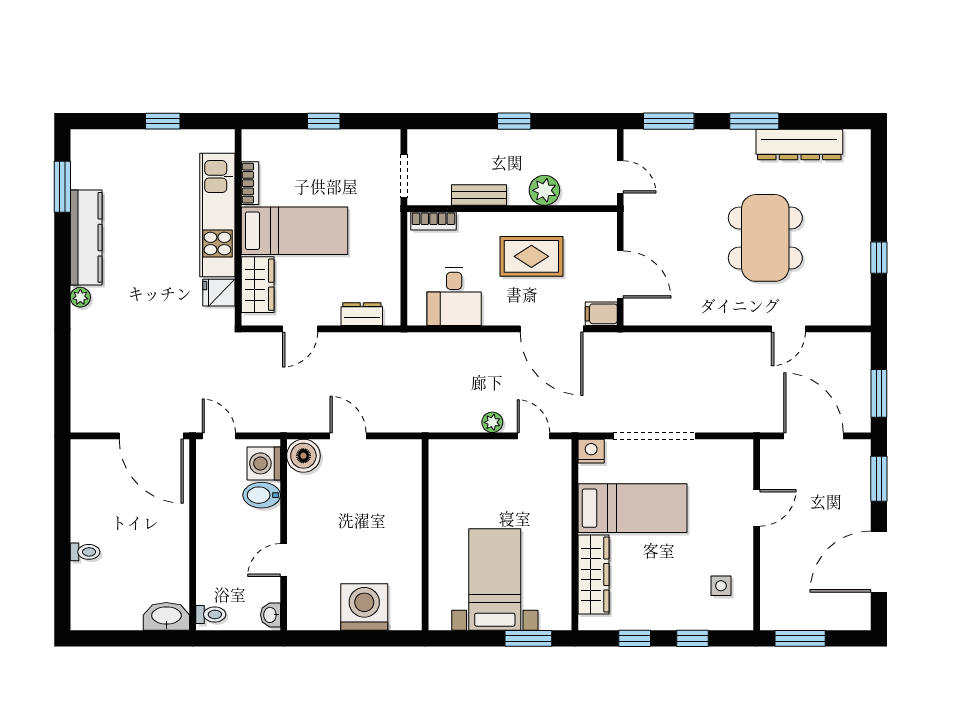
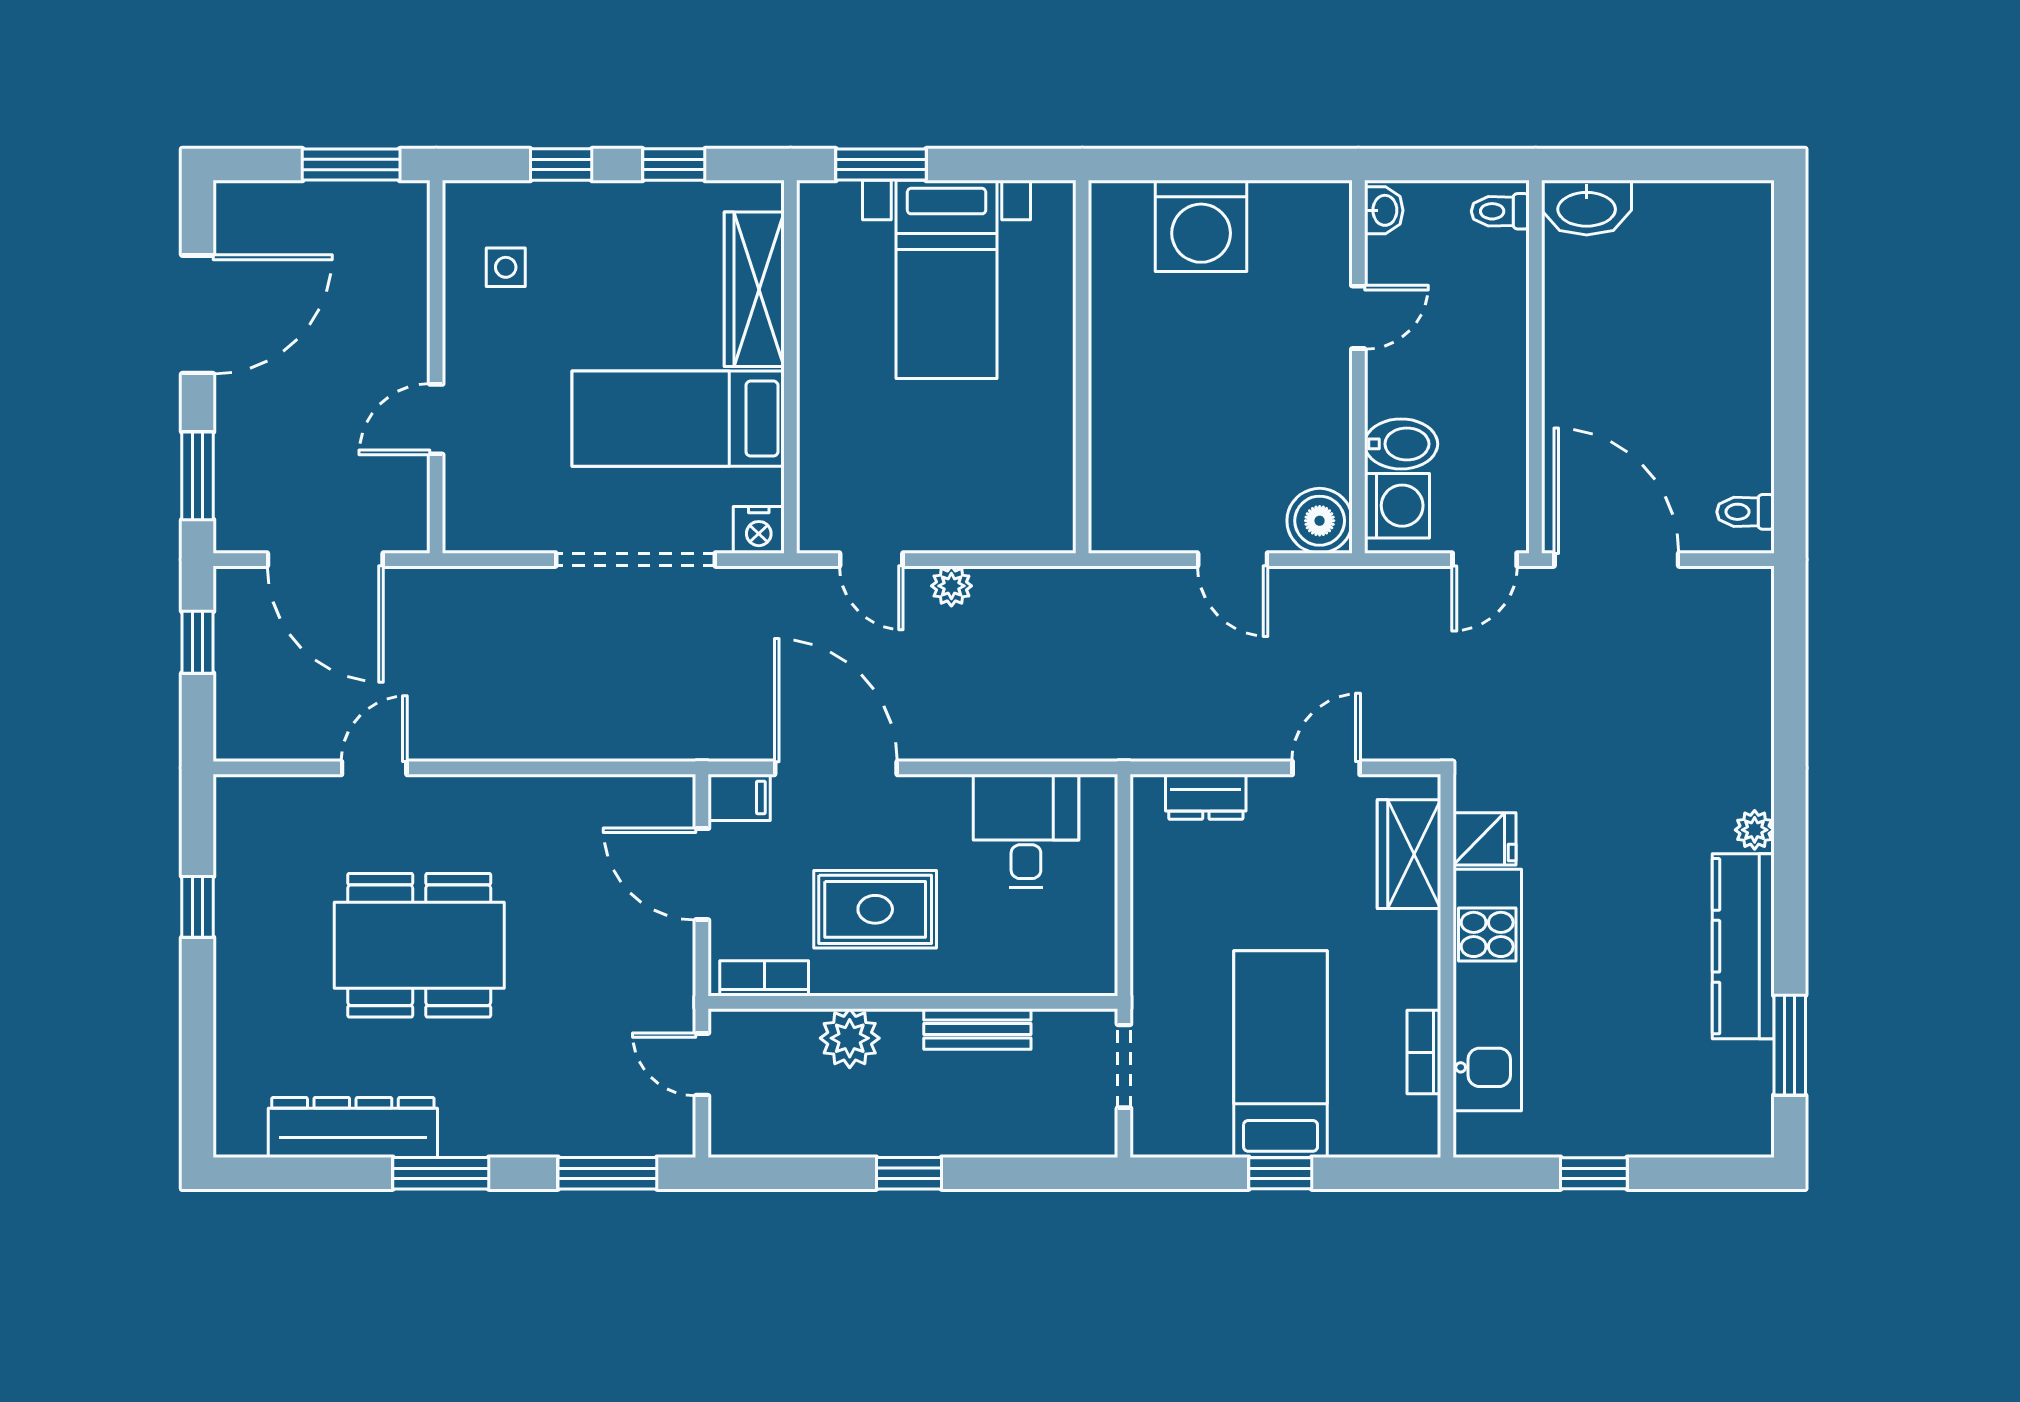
bookcase: (433, 221) -> (764, 978), moved
bed: (294, 231) -> (1281, 1054), moved, turned 90
dining table: (765, 238) -> (419, 945), turned 90
window: (879, 393) -> (198, 642), width x0.67
door: (219, 436) -> (1485, 560), hinge flipped
toilet: (85, 552) -> (1745, 512), moved

